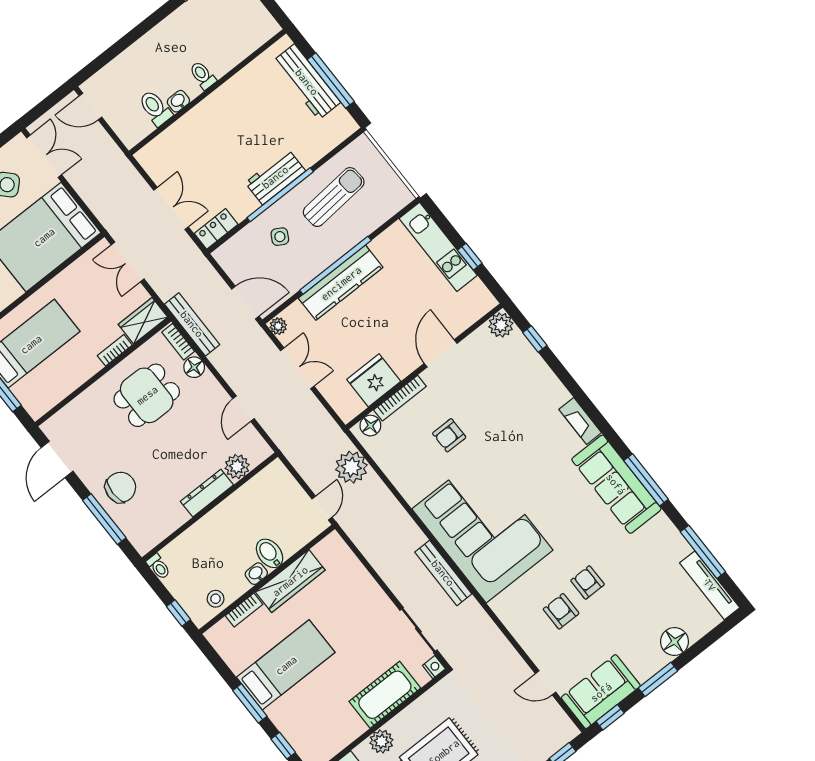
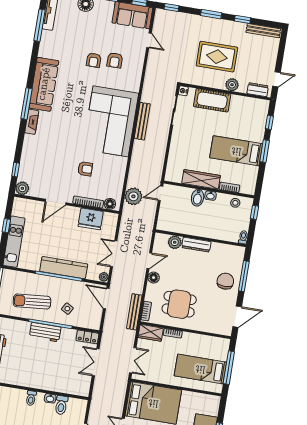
floor lamp: (194, 367) -> (154, 278), moved
window: (646, 480) -> (27, 104), moved
chair: (121, 487) -> (225, 281), turned 90

